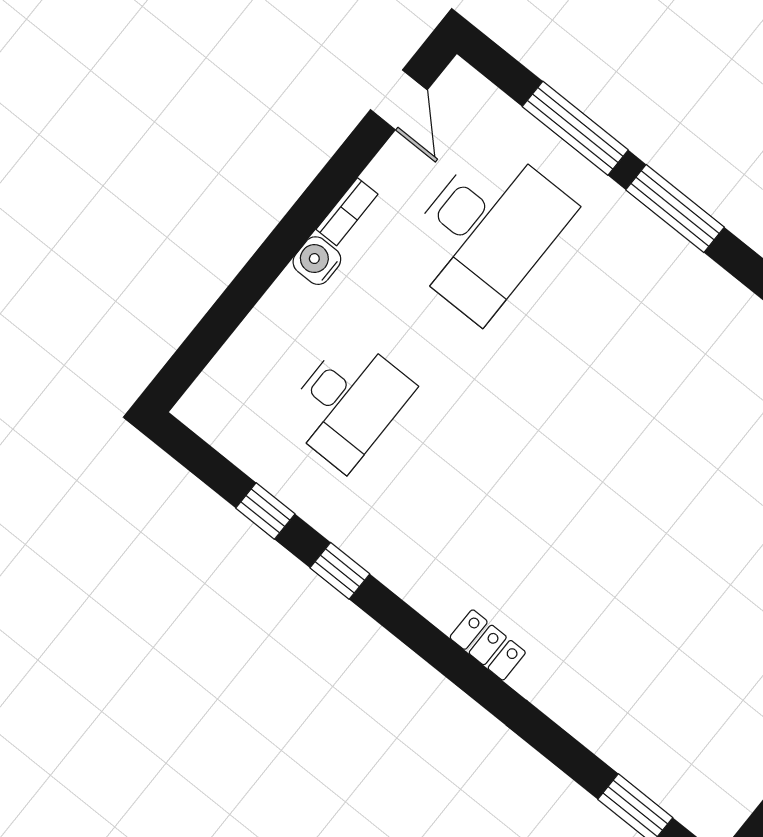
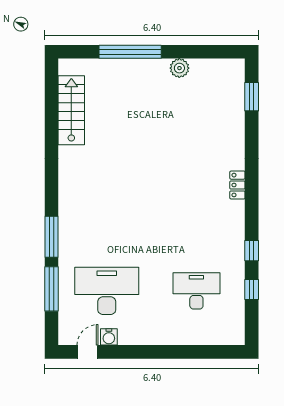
bookcase: (347, 212) -> (136, 340), removed
water cooler: (317, 261) -> (109, 337), moved

